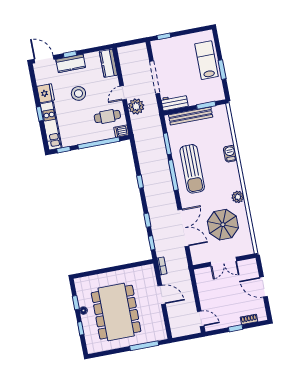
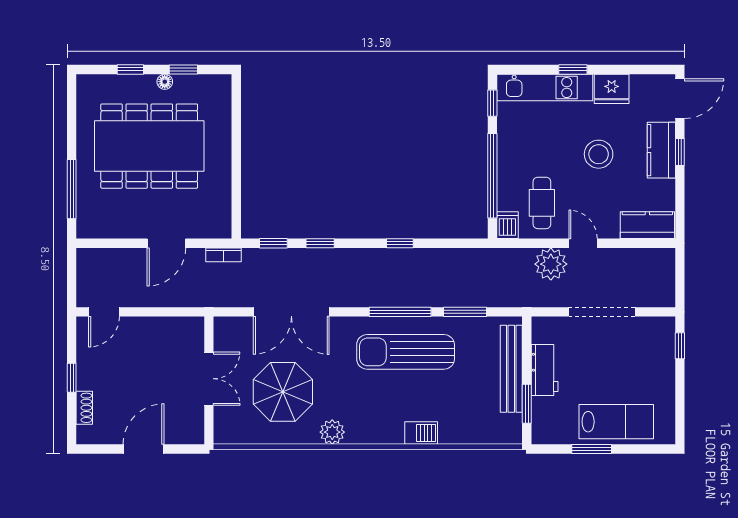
workbench: (175, 102) -> (545, 370), moved
double door: (223, 262) -> (209, 379), swing flipped

